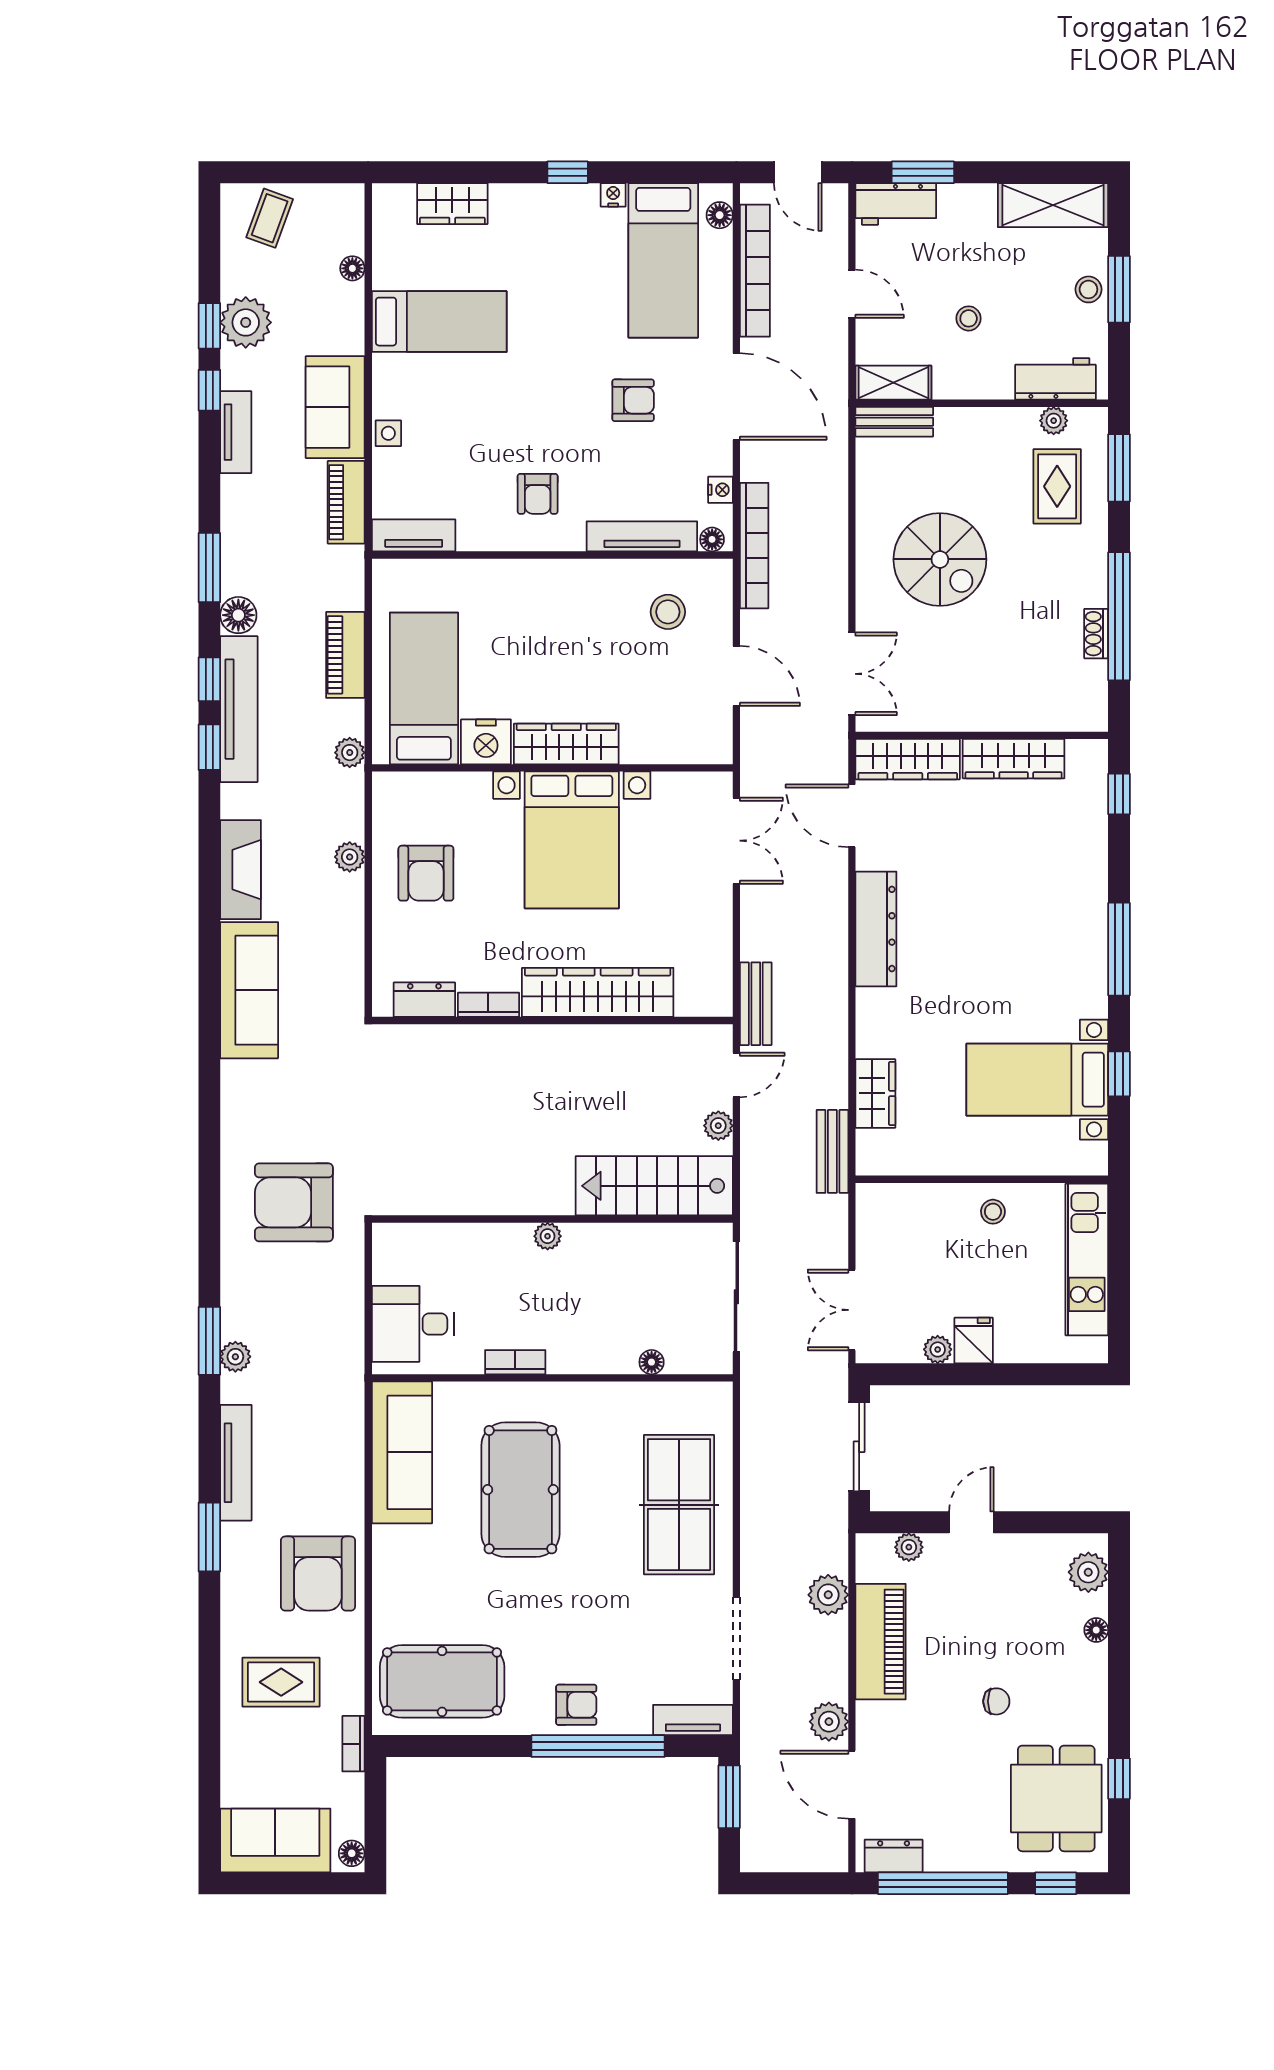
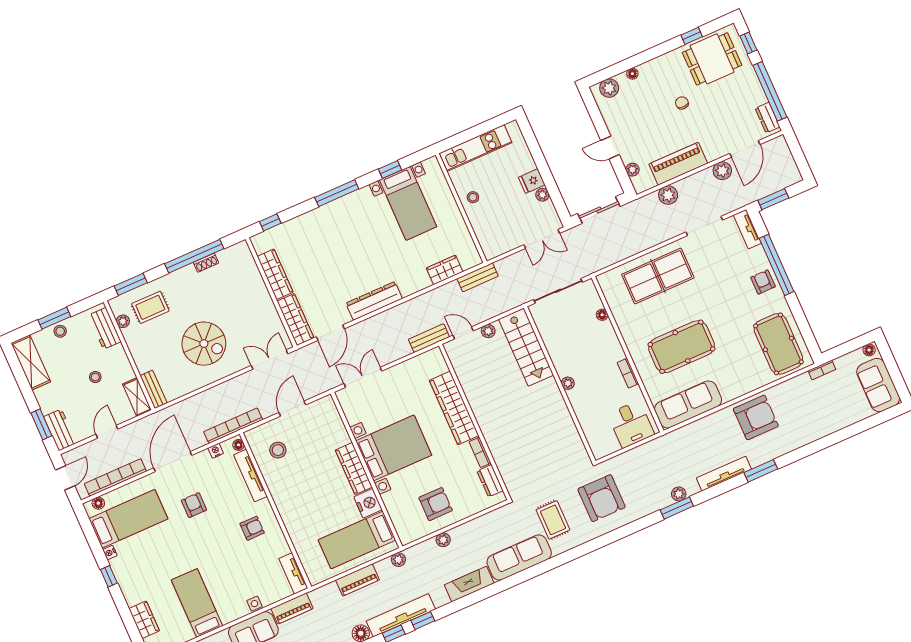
spiral stairs: (940, 559) -> (204, 344), turned 90
rug: (281, 1682) -> (553, 520), moved

